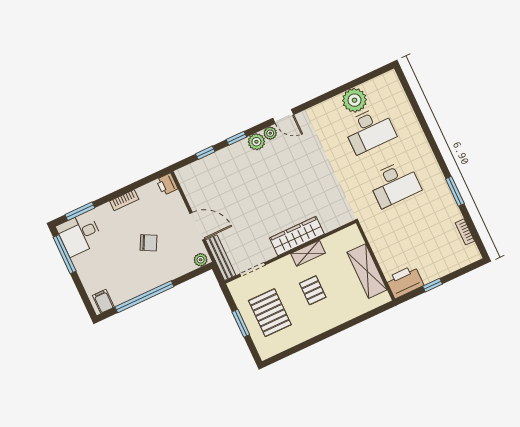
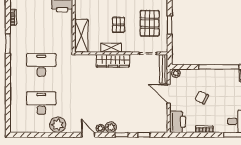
plant: (354, 100) -> (58, 125), moved
printer: (167, 184) -> (177, 122), width x1.87, depth x1.48
shelving: (367, 271) -> (81, 36), moved

